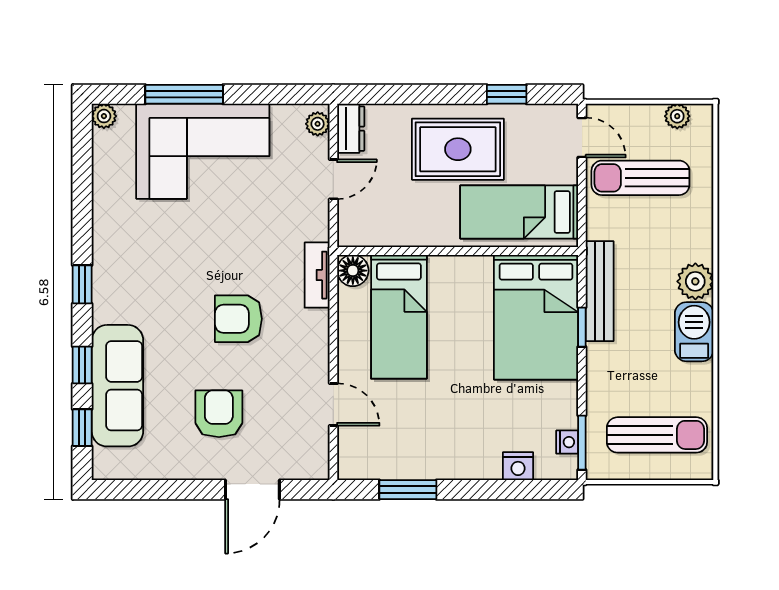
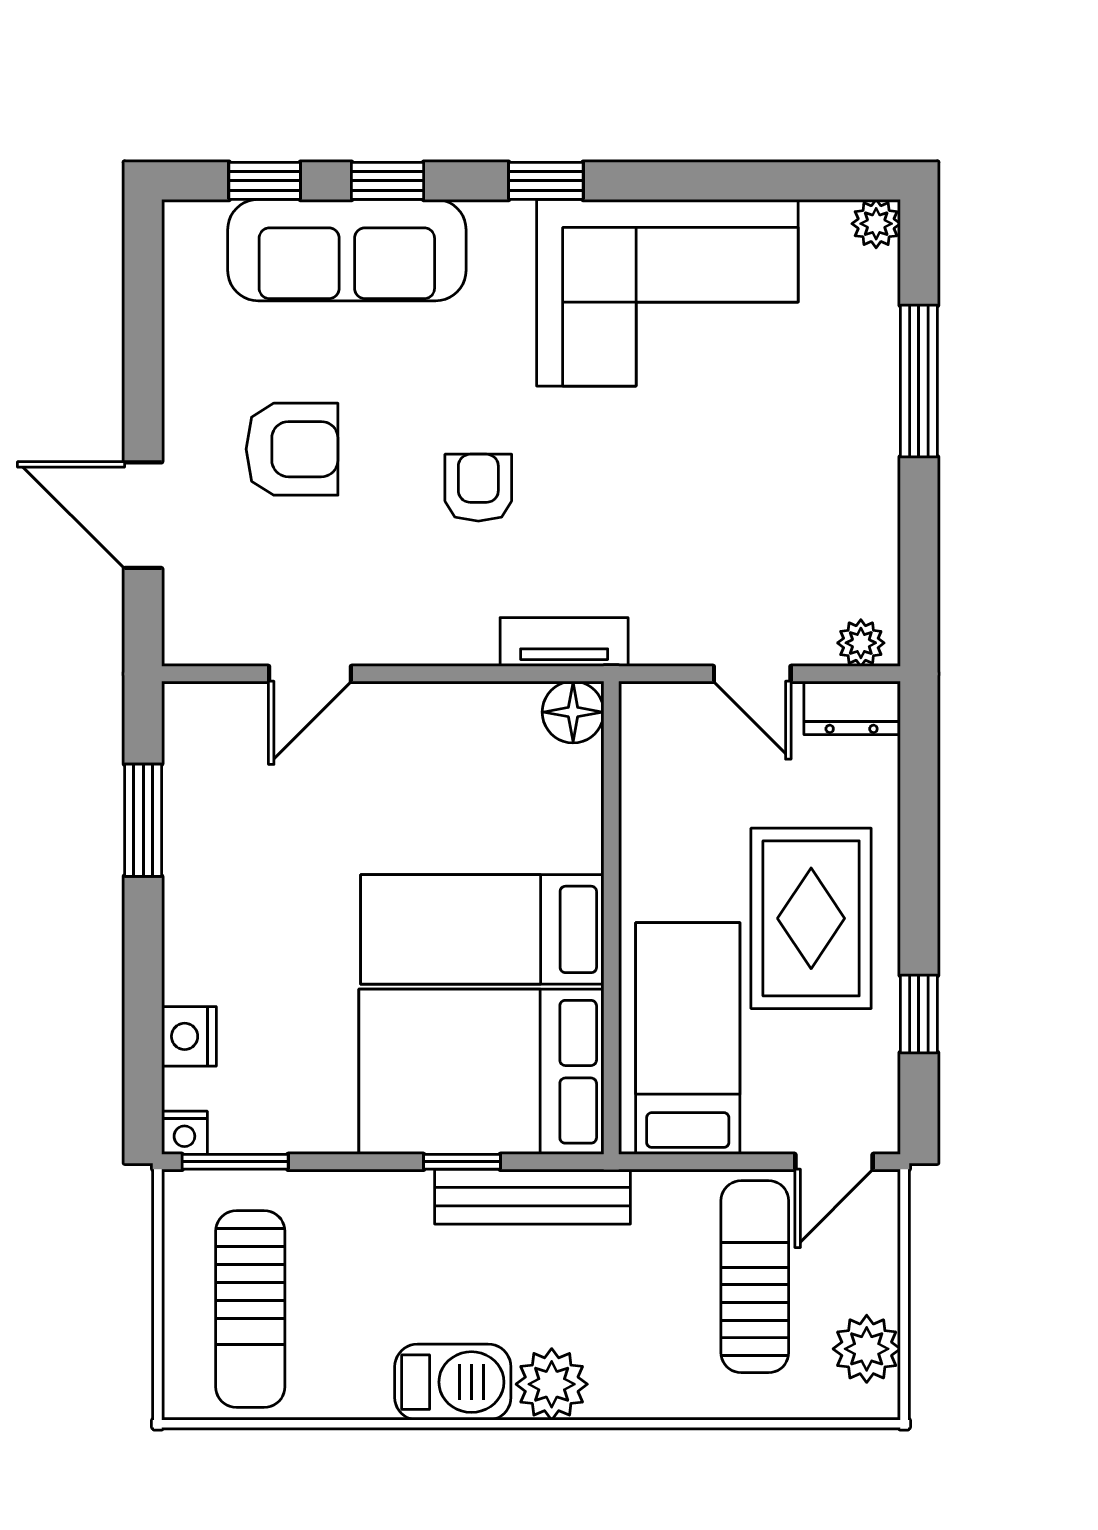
plant: (677, 116) -> (867, 1349), width x1.38, depth x1.38
corner sofa: (203, 151) -> (667, 293), moved, turned -90
bed: (399, 317) -> (482, 929), moved
armchair: (238, 319) -> (478, 488), width x0.72, depth x0.72
nightstand: (567, 442) -> (184, 1133), moved

